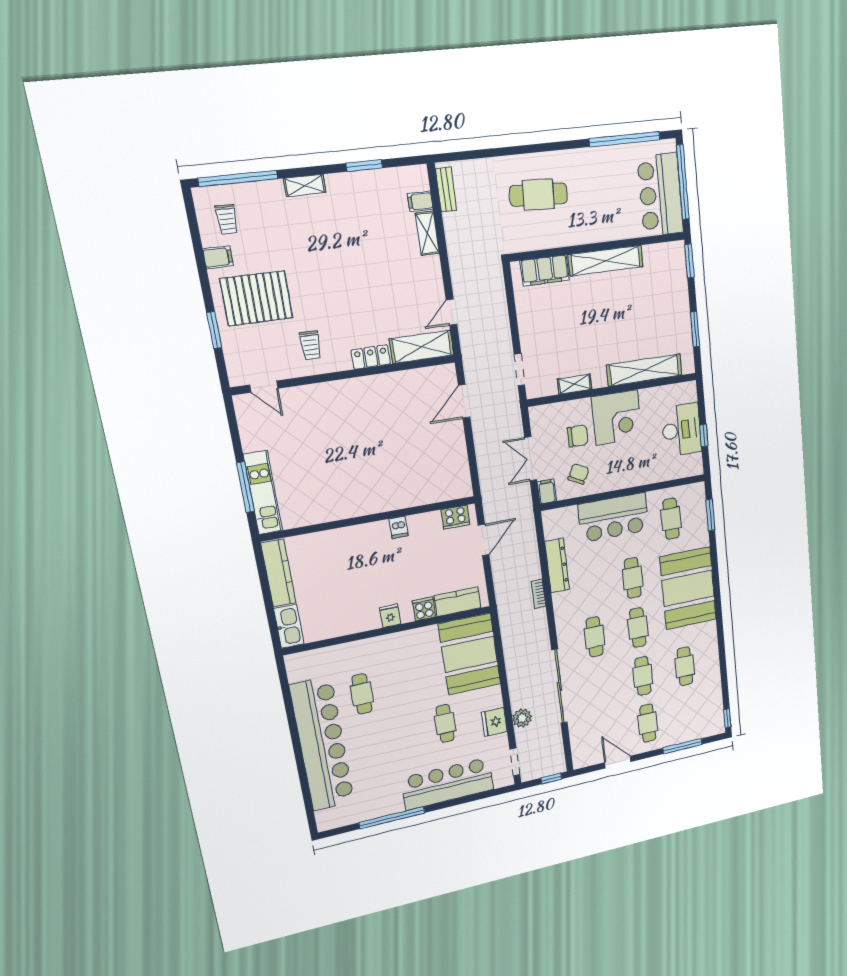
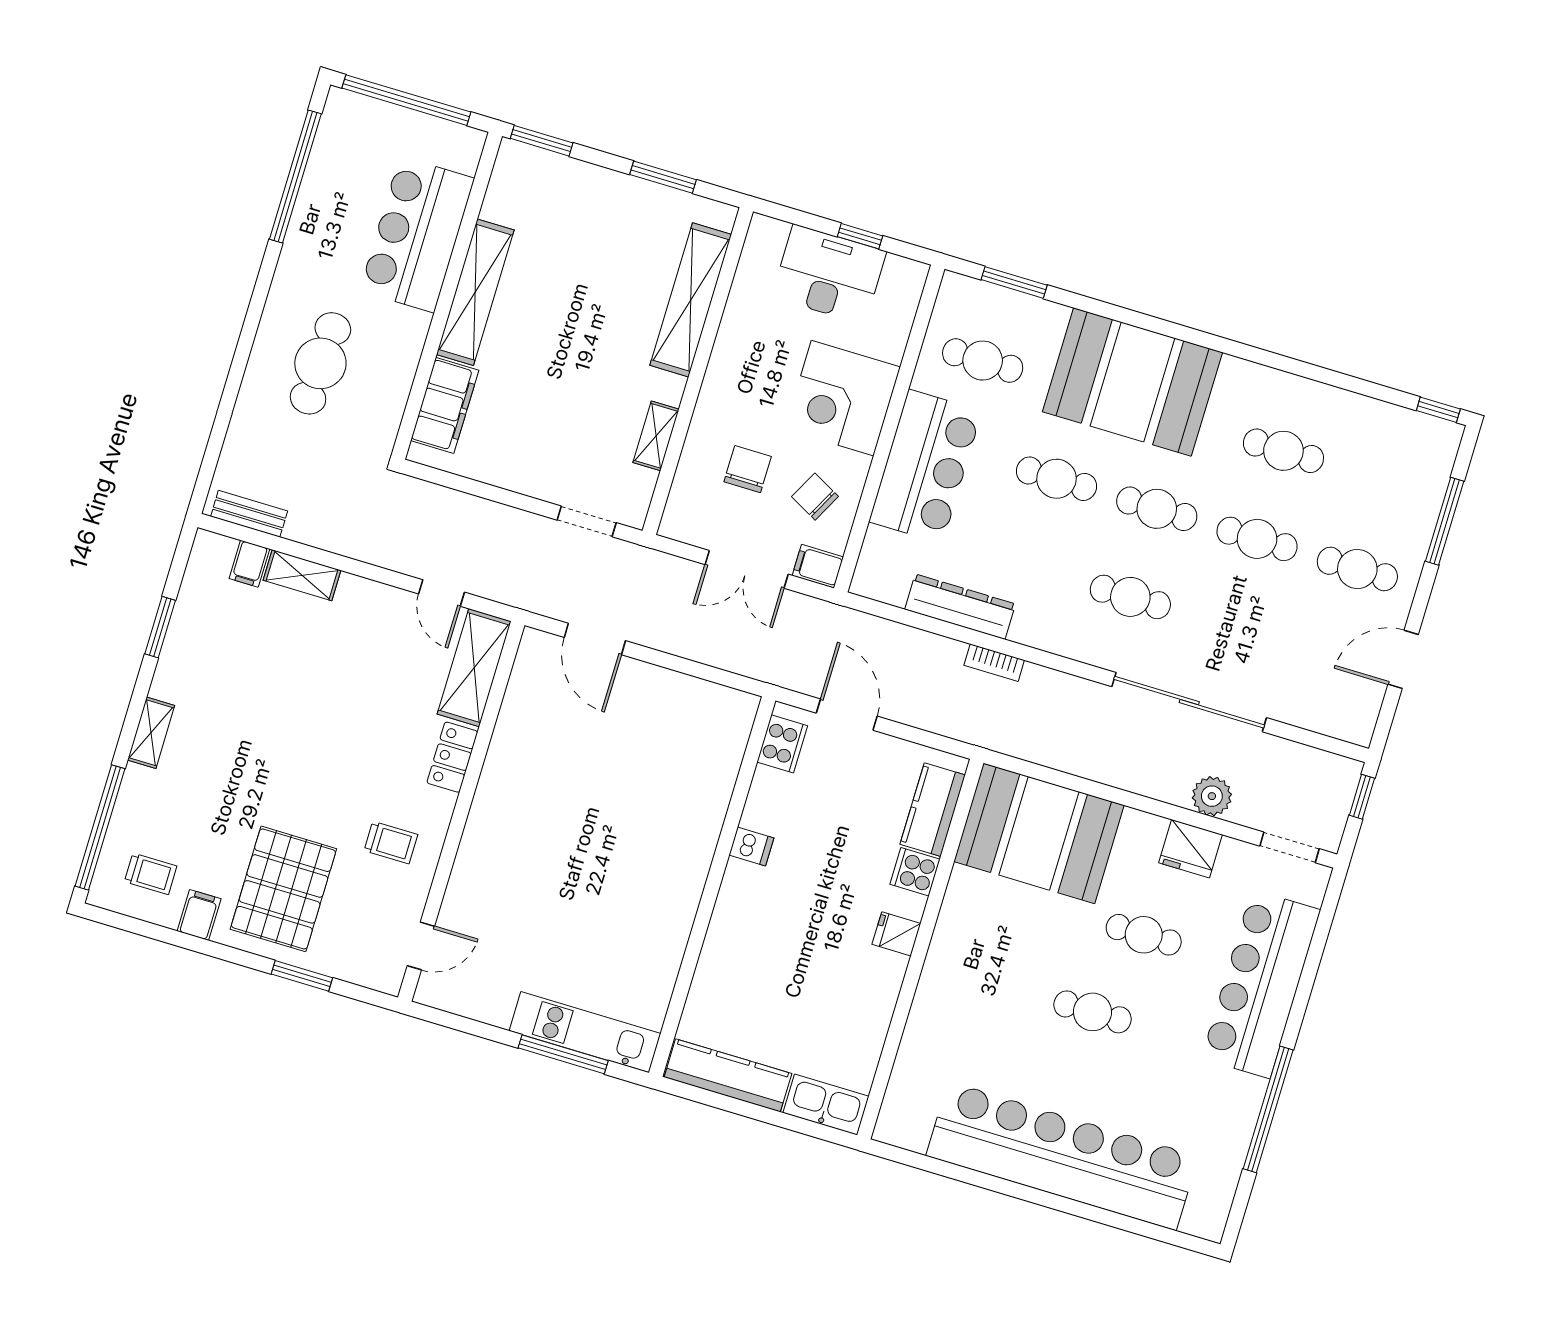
bar counter: (660, 195) -> (417, 234), moved, turned 90
corner desk: (617, 417) -> (843, 398), moved, turned 180
cafe table: (362, 694) -> (1093, 1012), moved

